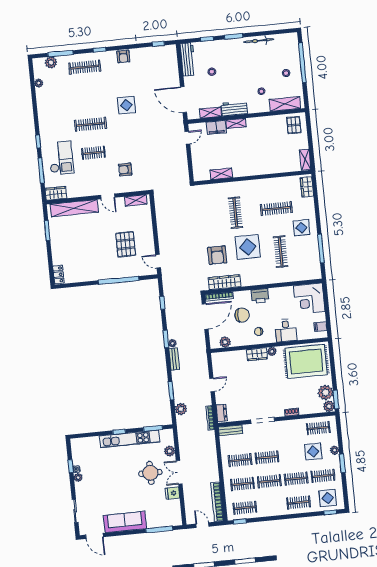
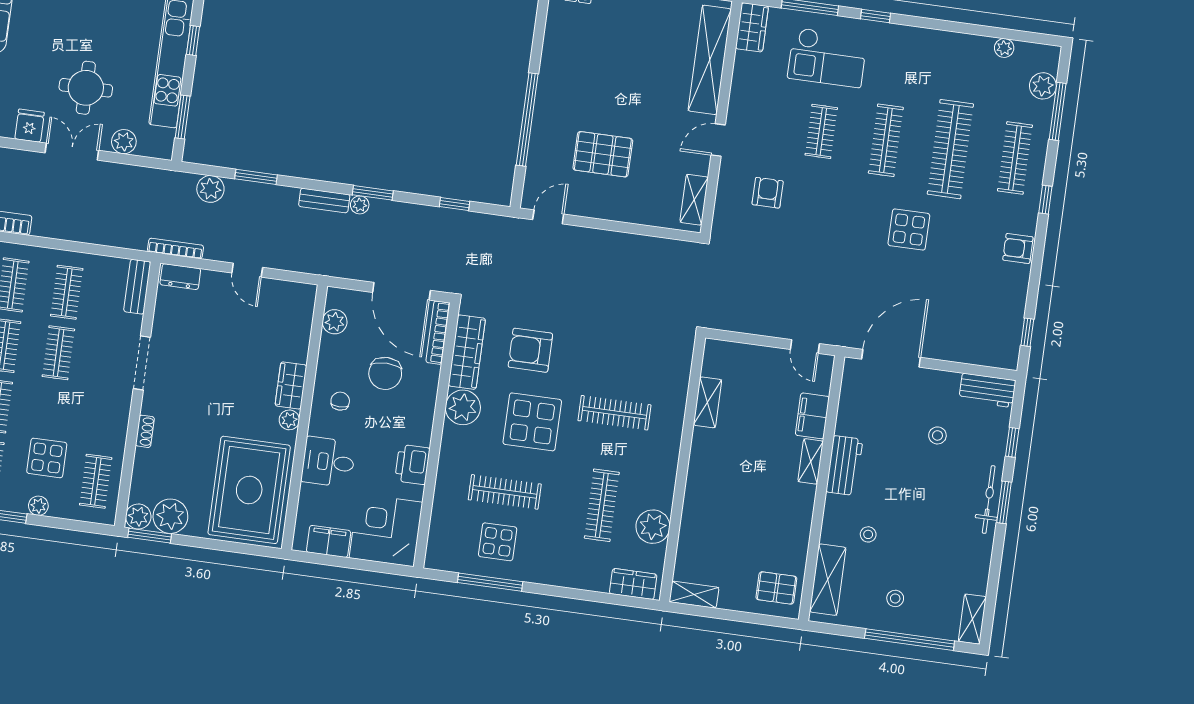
bicycle: (259, 41) -> (989, 500), moved
workbench: (188, 59) -> (987, 390), width x0.73
clothes rail: (88, 96) -> (950, 149), added
shelving: (210, 113) -> (972, 619), moved
plant: (280, 184) -> (653, 527), added
display table: (302, 228) -> (498, 542), moved
plant: (249, 278) -> (463, 407), added
printer: (260, 296) -> (412, 464), moved
filing cabinet: (320, 327) -> (329, 541), width x2.00

